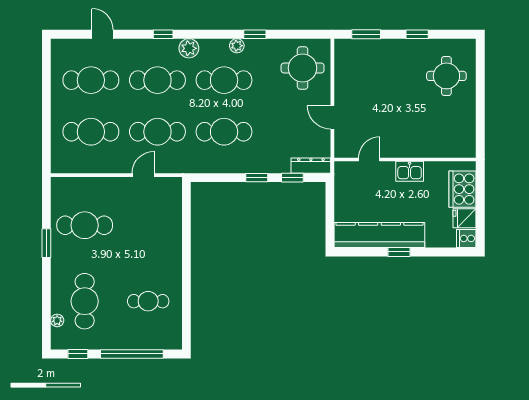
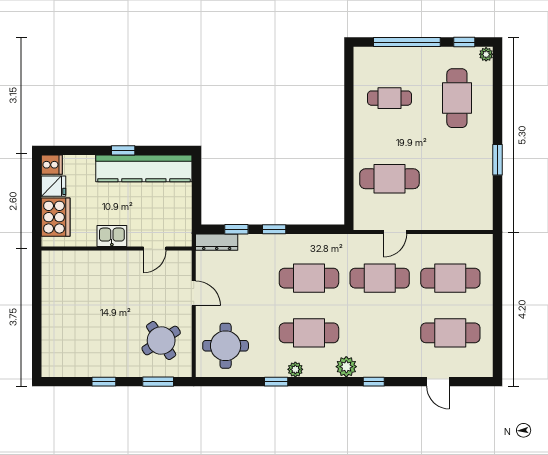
round table: (446, 76) -> (161, 341), moved, turned -33
cafe table: (157, 80) -> (380, 333), removed
cafe table: (85, 225) -> (389, 179), moved
plant: (57, 320) -> (486, 54), moved

